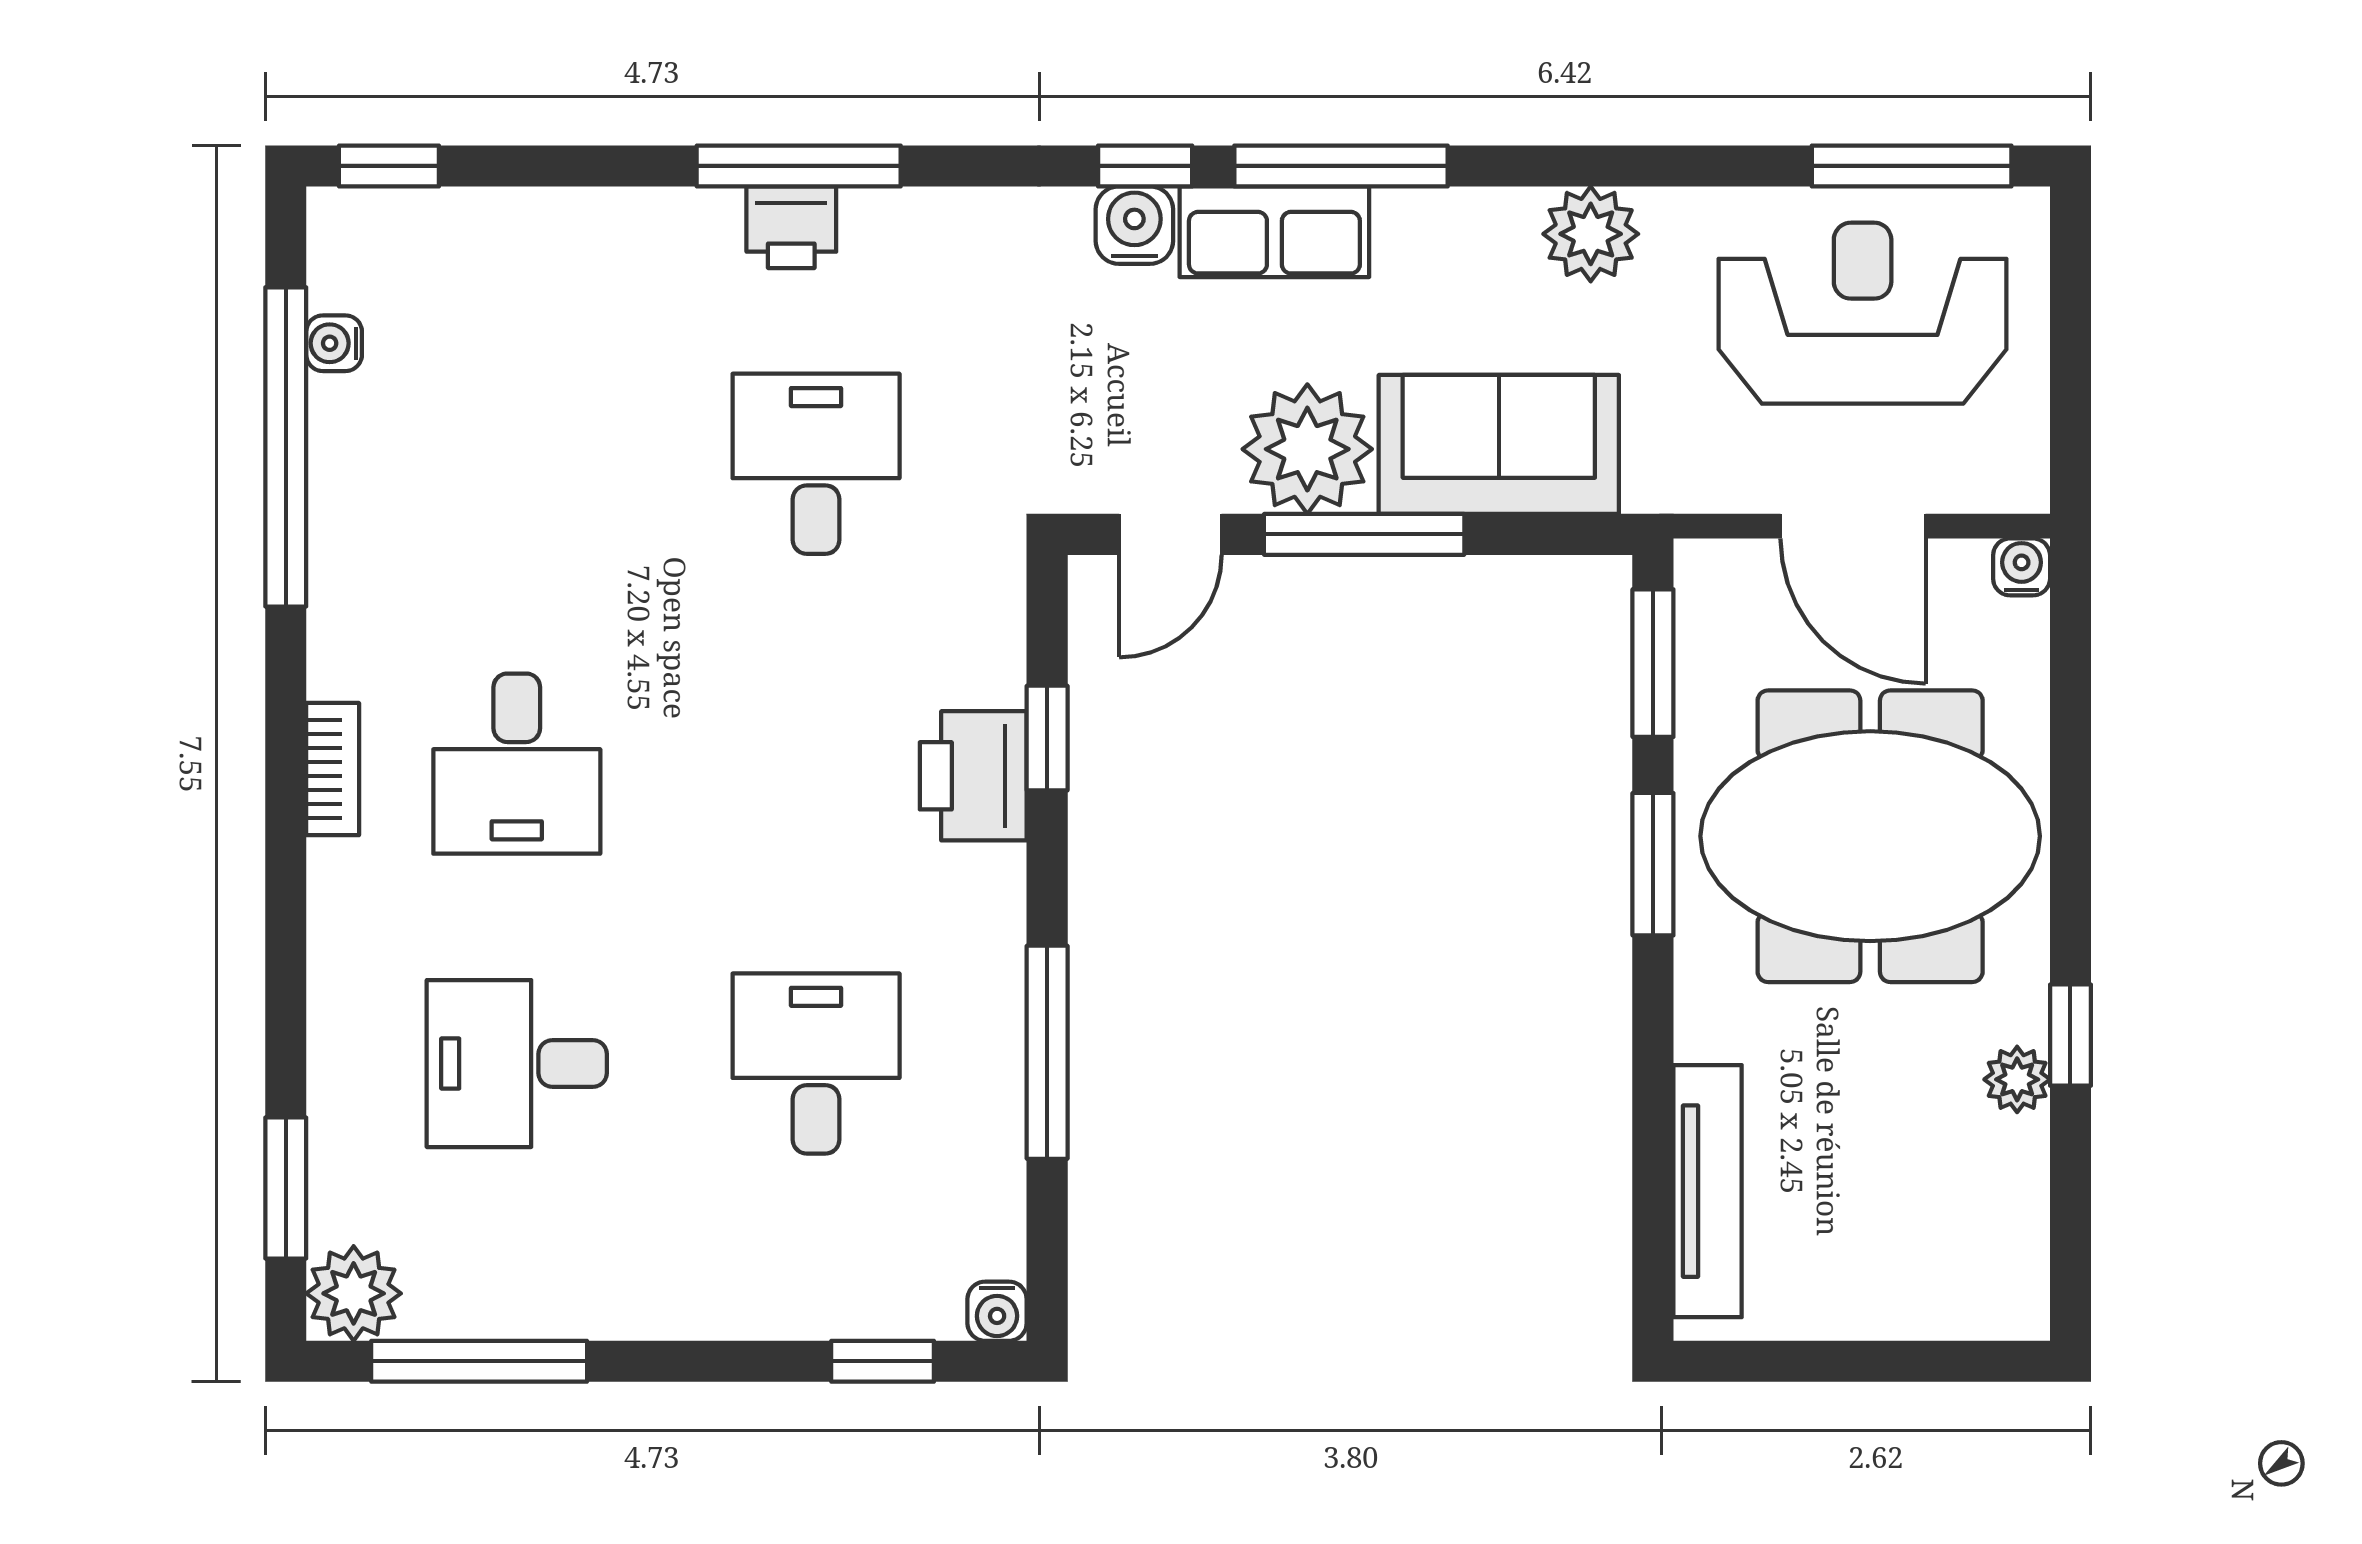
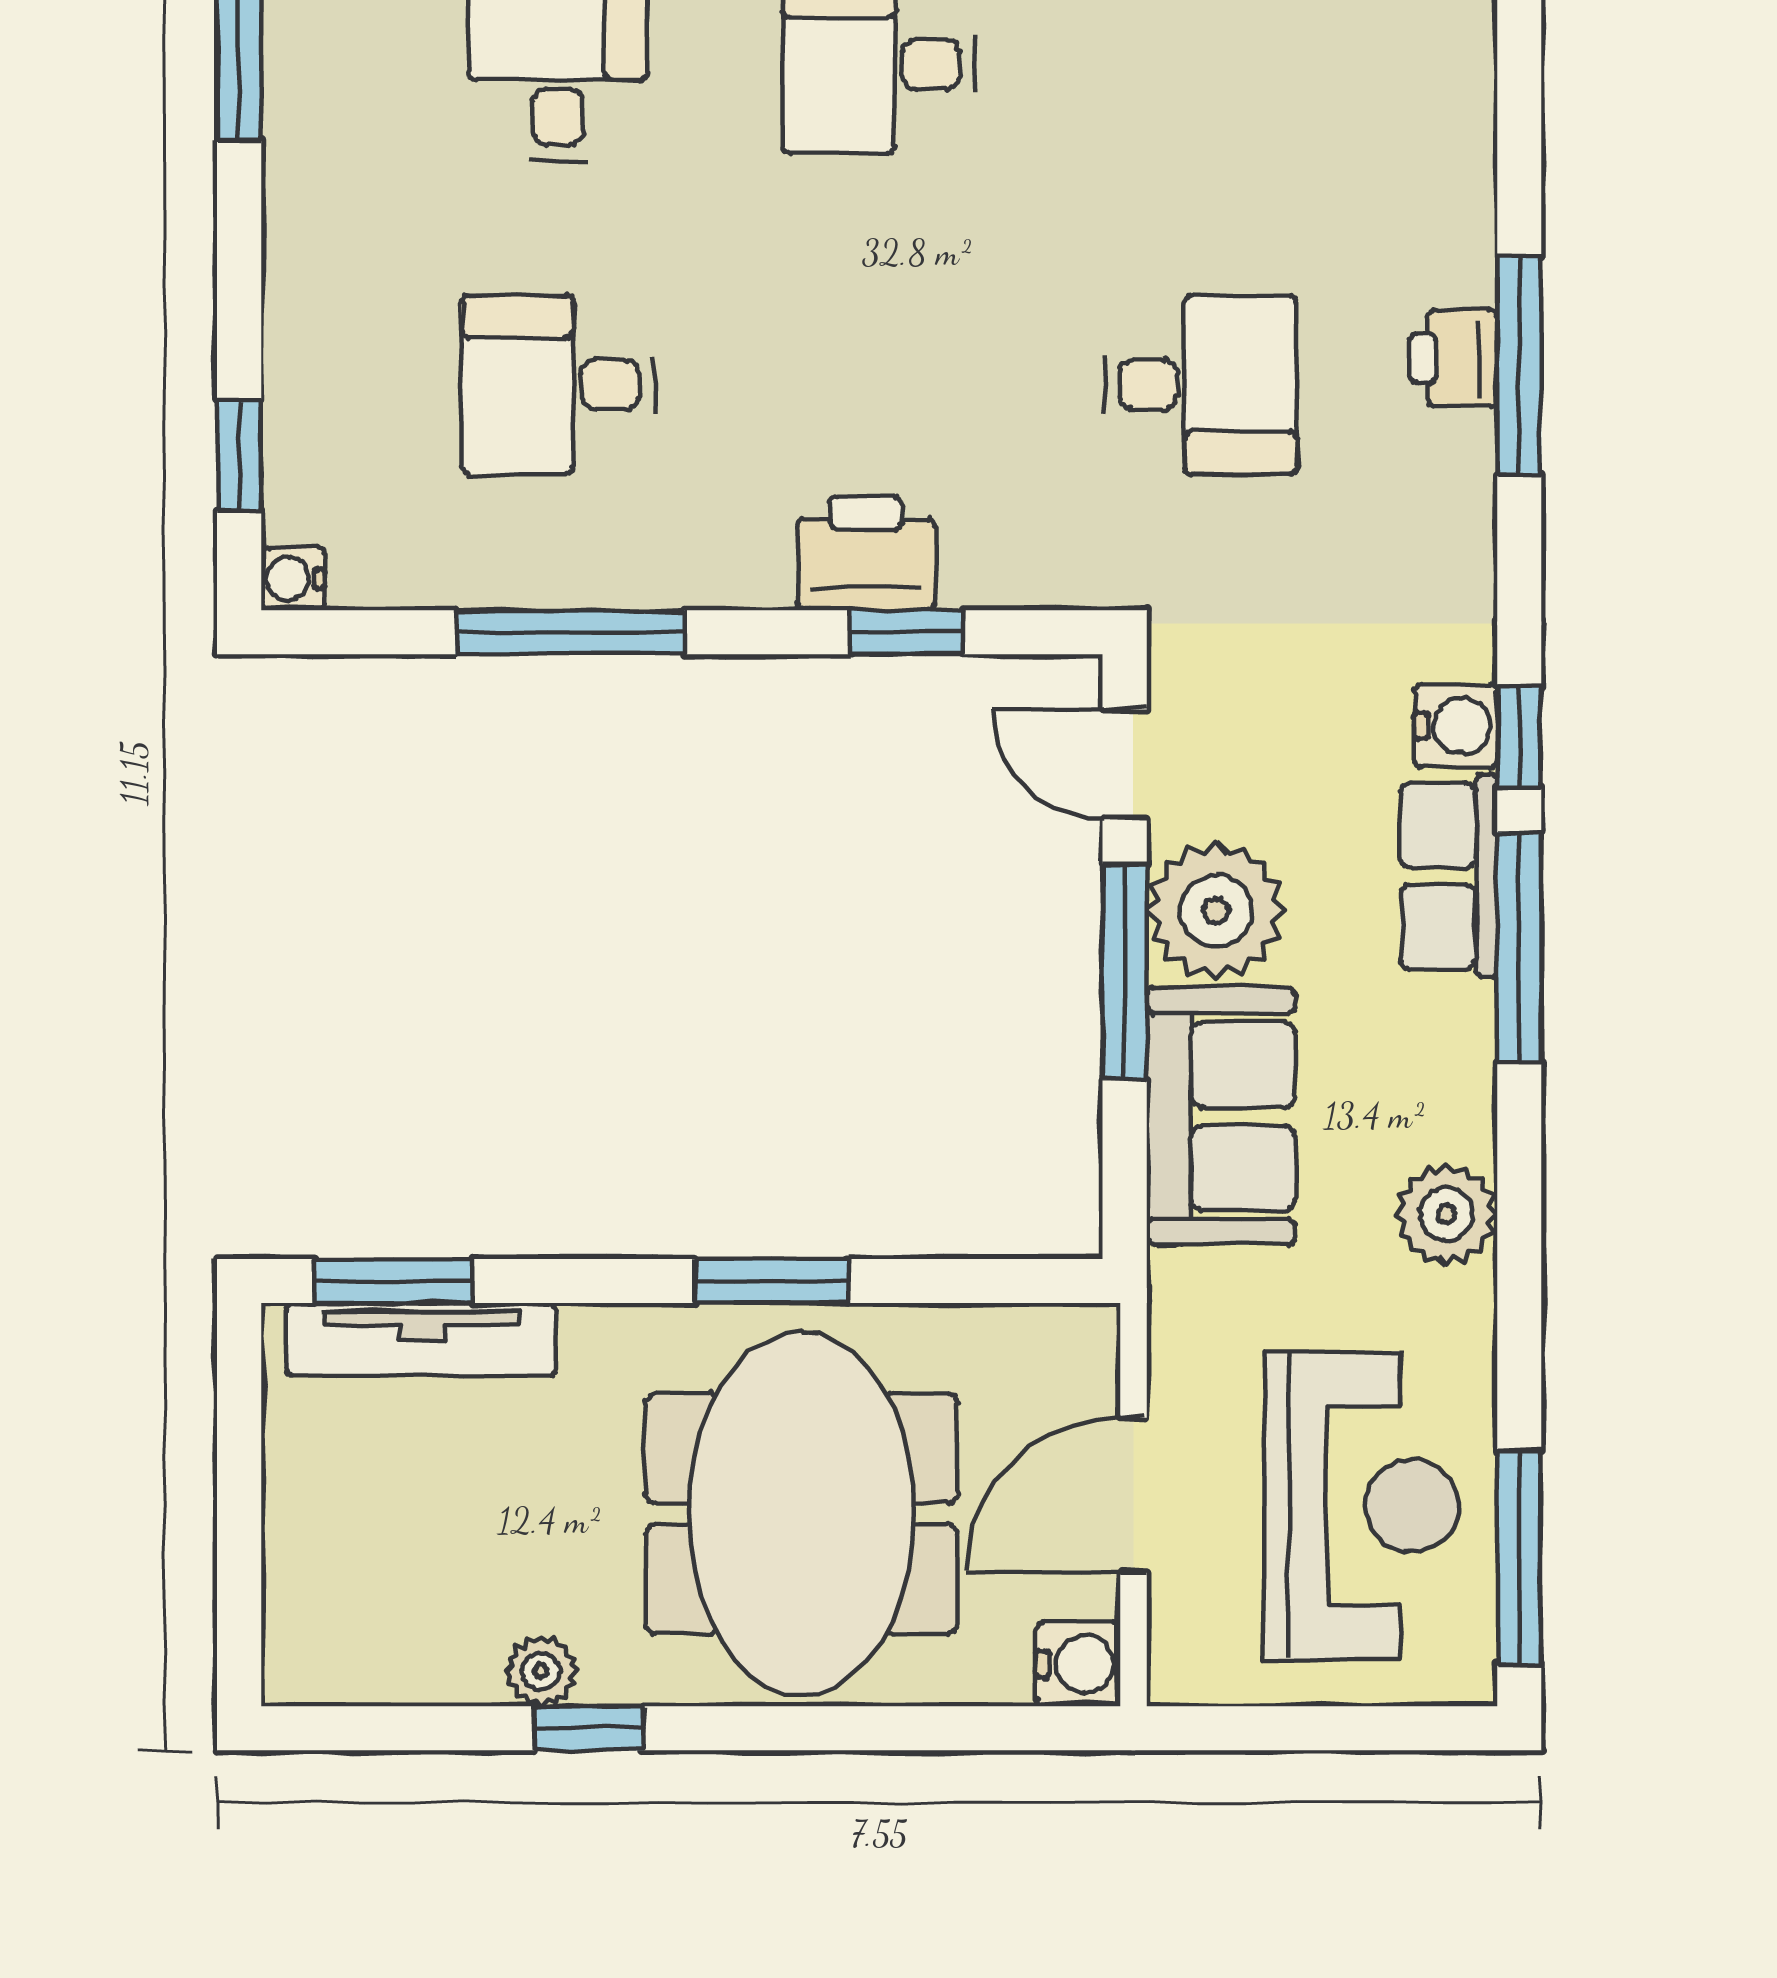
water cooler: (2022, 567) -> (1078, 1664), width x1.38, depth x1.38
window: (1653, 663) -> (393, 1281), moved
desk: (816, 1064) -> (558, 385), turned 180

